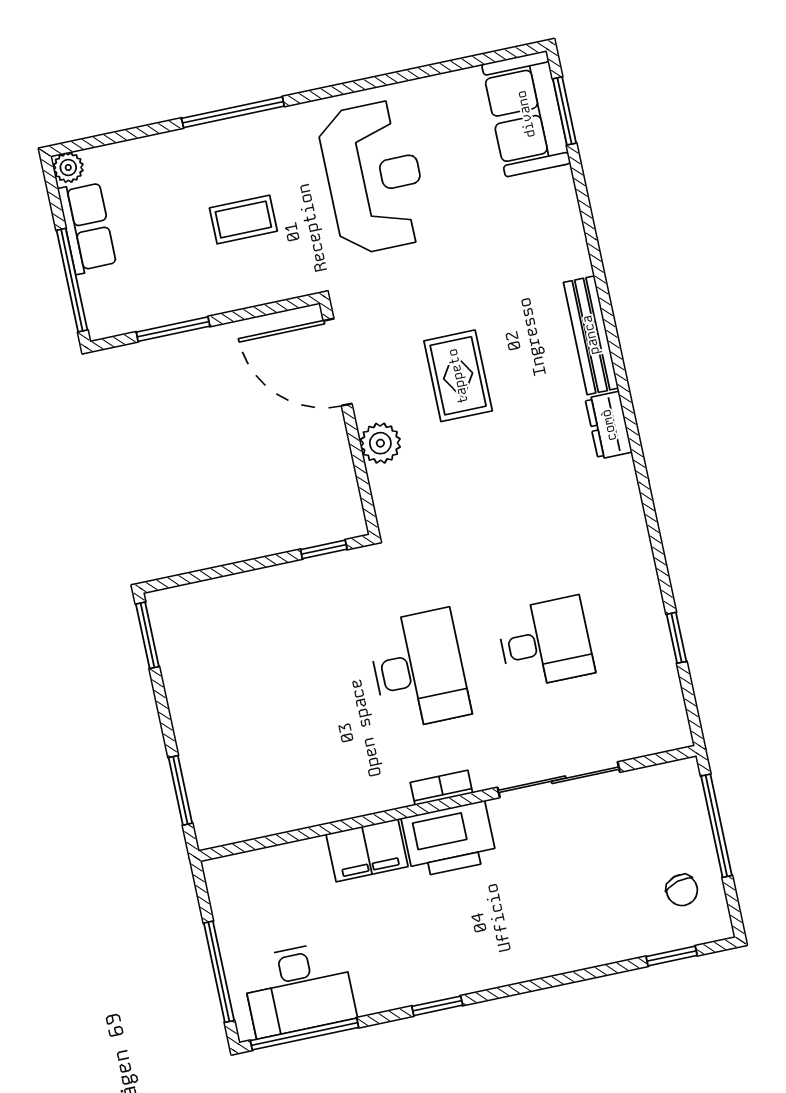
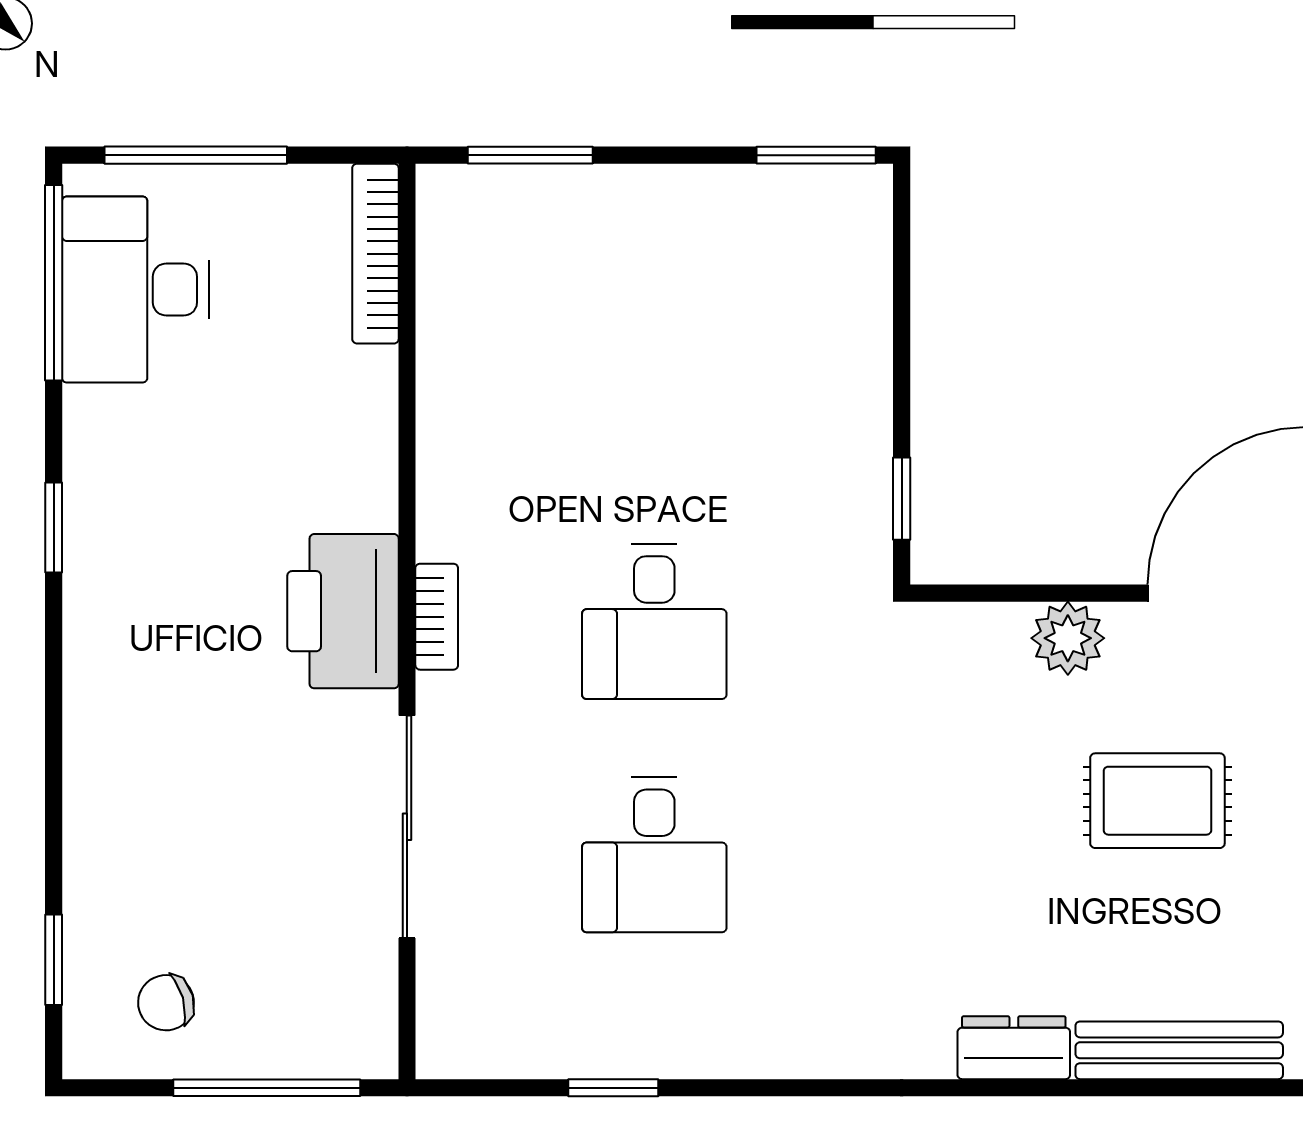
desk: (419, 669) -> (654, 621), width x0.73
filing cabinet: (367, 850) -> (354, 462), removed
bookcase: (252, 863) -> (375, 254), added

